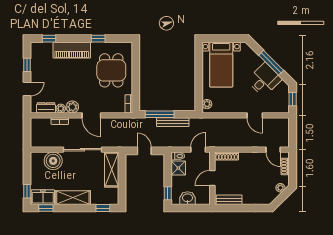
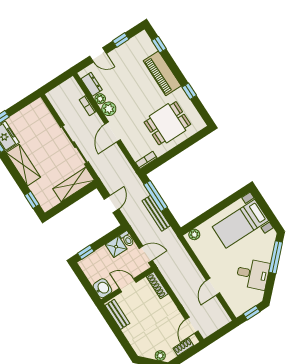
window: (271, 63) -> (276, 257), moved
boiler: (53, 161) -> (46, 124), removed
washbasin: (188, 198) -> (102, 288), moved

